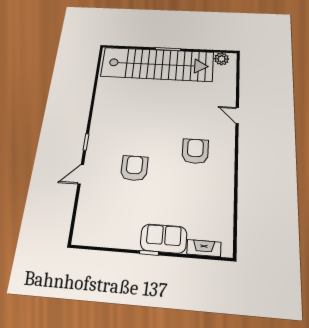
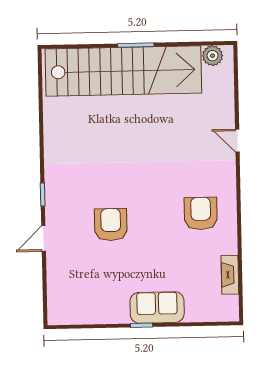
armchair: (195, 151) -> (201, 213), moved
fireplace: (204, 248) -> (230, 275), moved, turned -90

